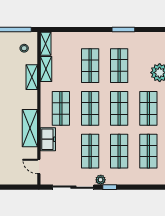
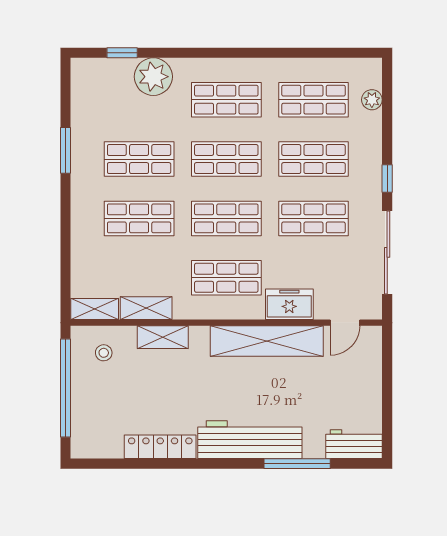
shelving: (30, 128) -> (267, 341), width x1.47
plant: (101, 180) -> (372, 100), moved

